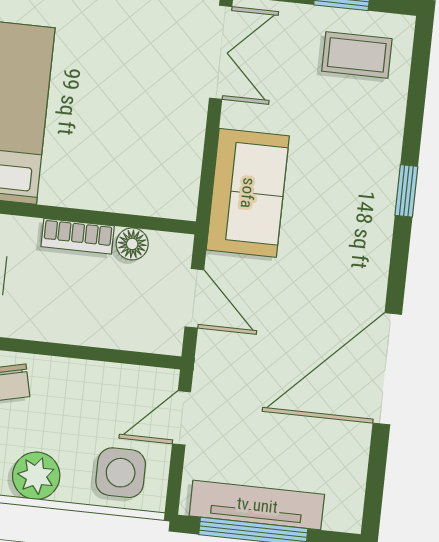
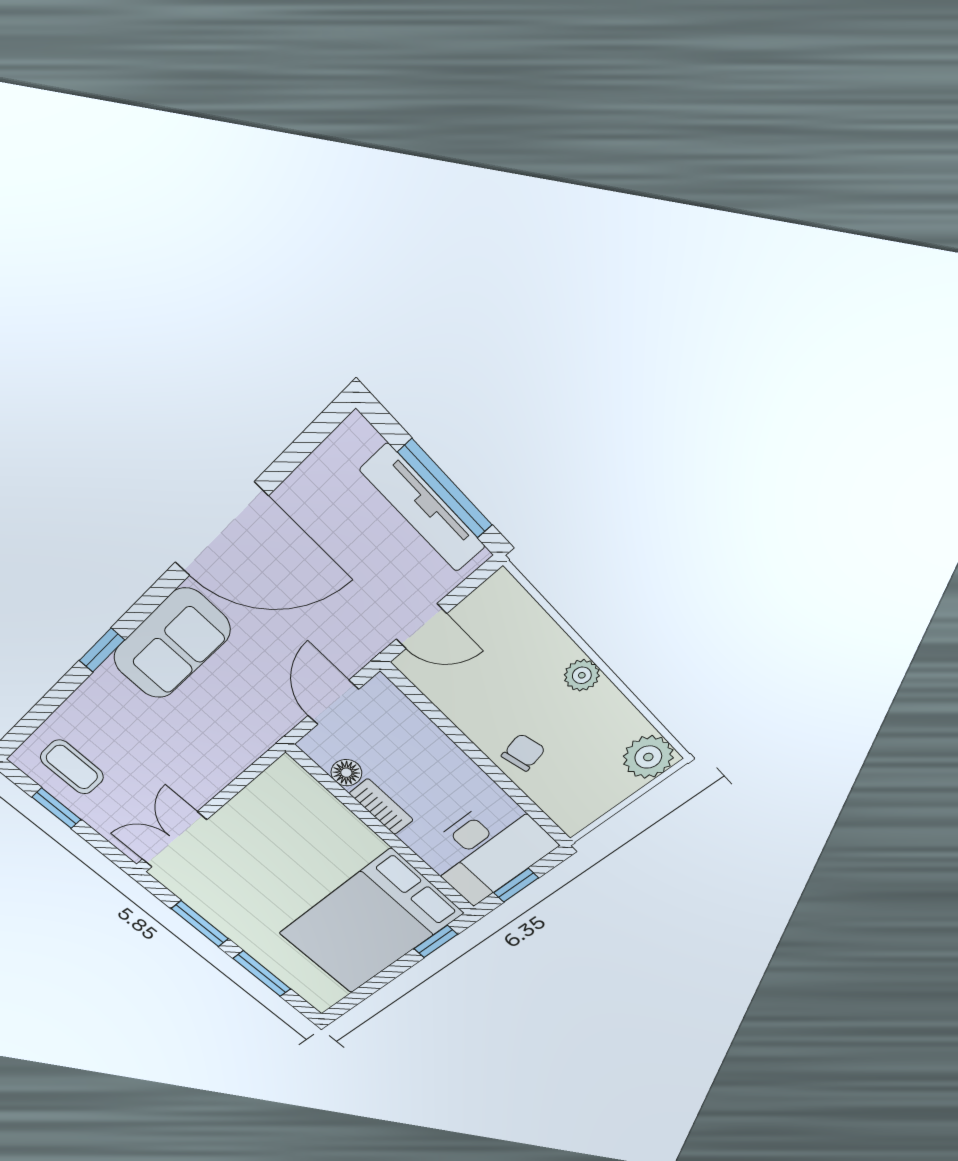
sofa: (248, 193) -> (172, 644), moved, turned 180
side table: (121, 473) -> (507, 625), removed
plant: (36, 476) -> (582, 675), width x0.73, depth x0.73

